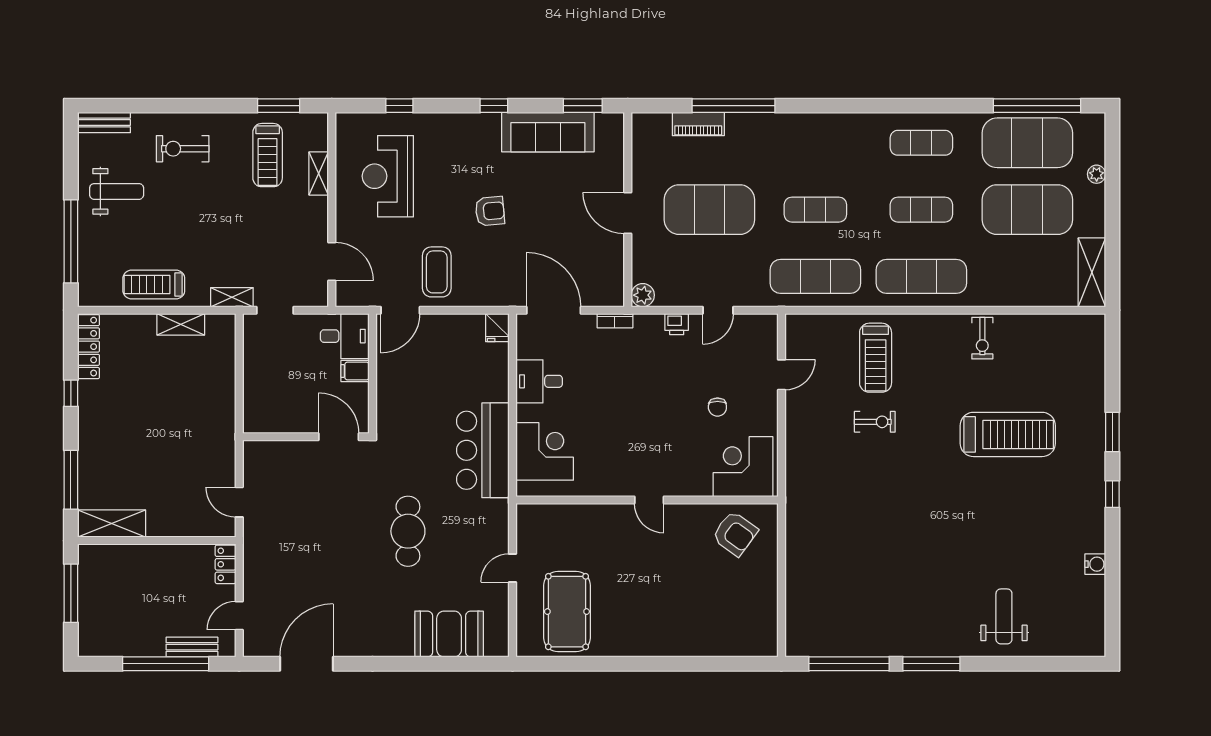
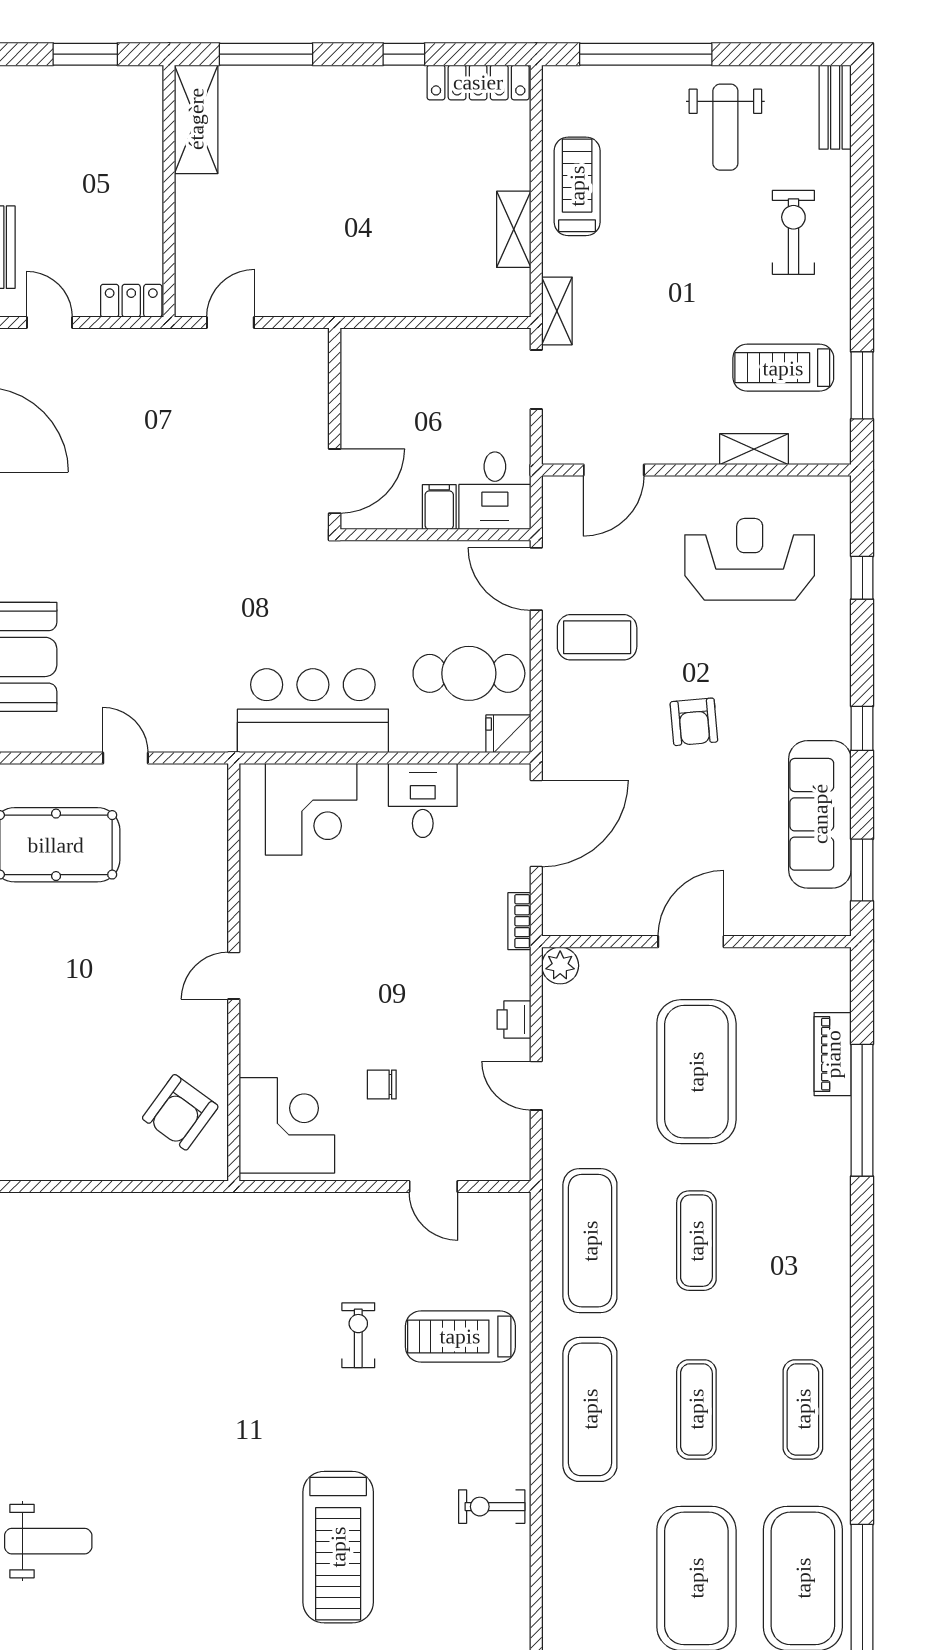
exercise bike: (875, 422) -> (358, 1335), turned 180
cafe table: (408, 531) -> (469, 673), moved
window: (71, 593) -> (85, 54), width x0.69

